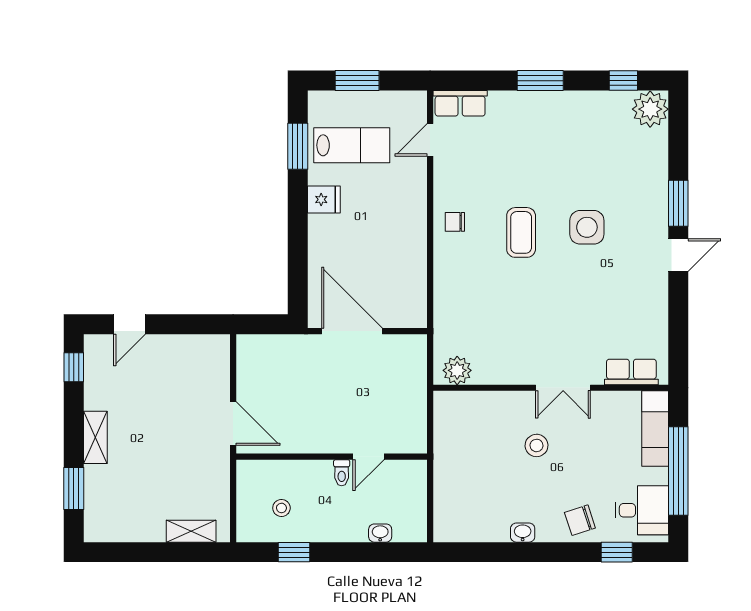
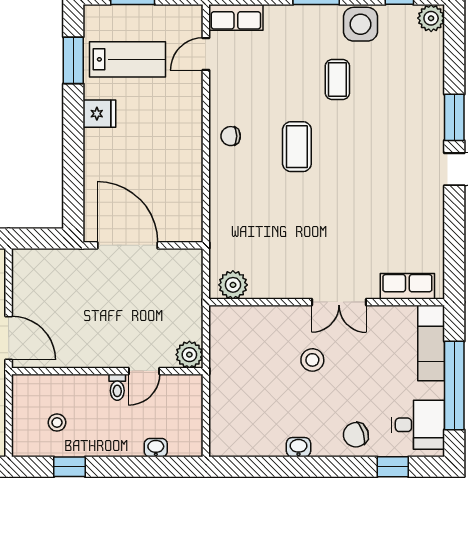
plant: (650, 109) -> (431, 18), width x0.73, depth x0.73
coffee table: (561, 165) -> (337, 79), added
side table: (587, 227) -> (361, 24), moved
plant: (414, 440) -> (189, 355), added

